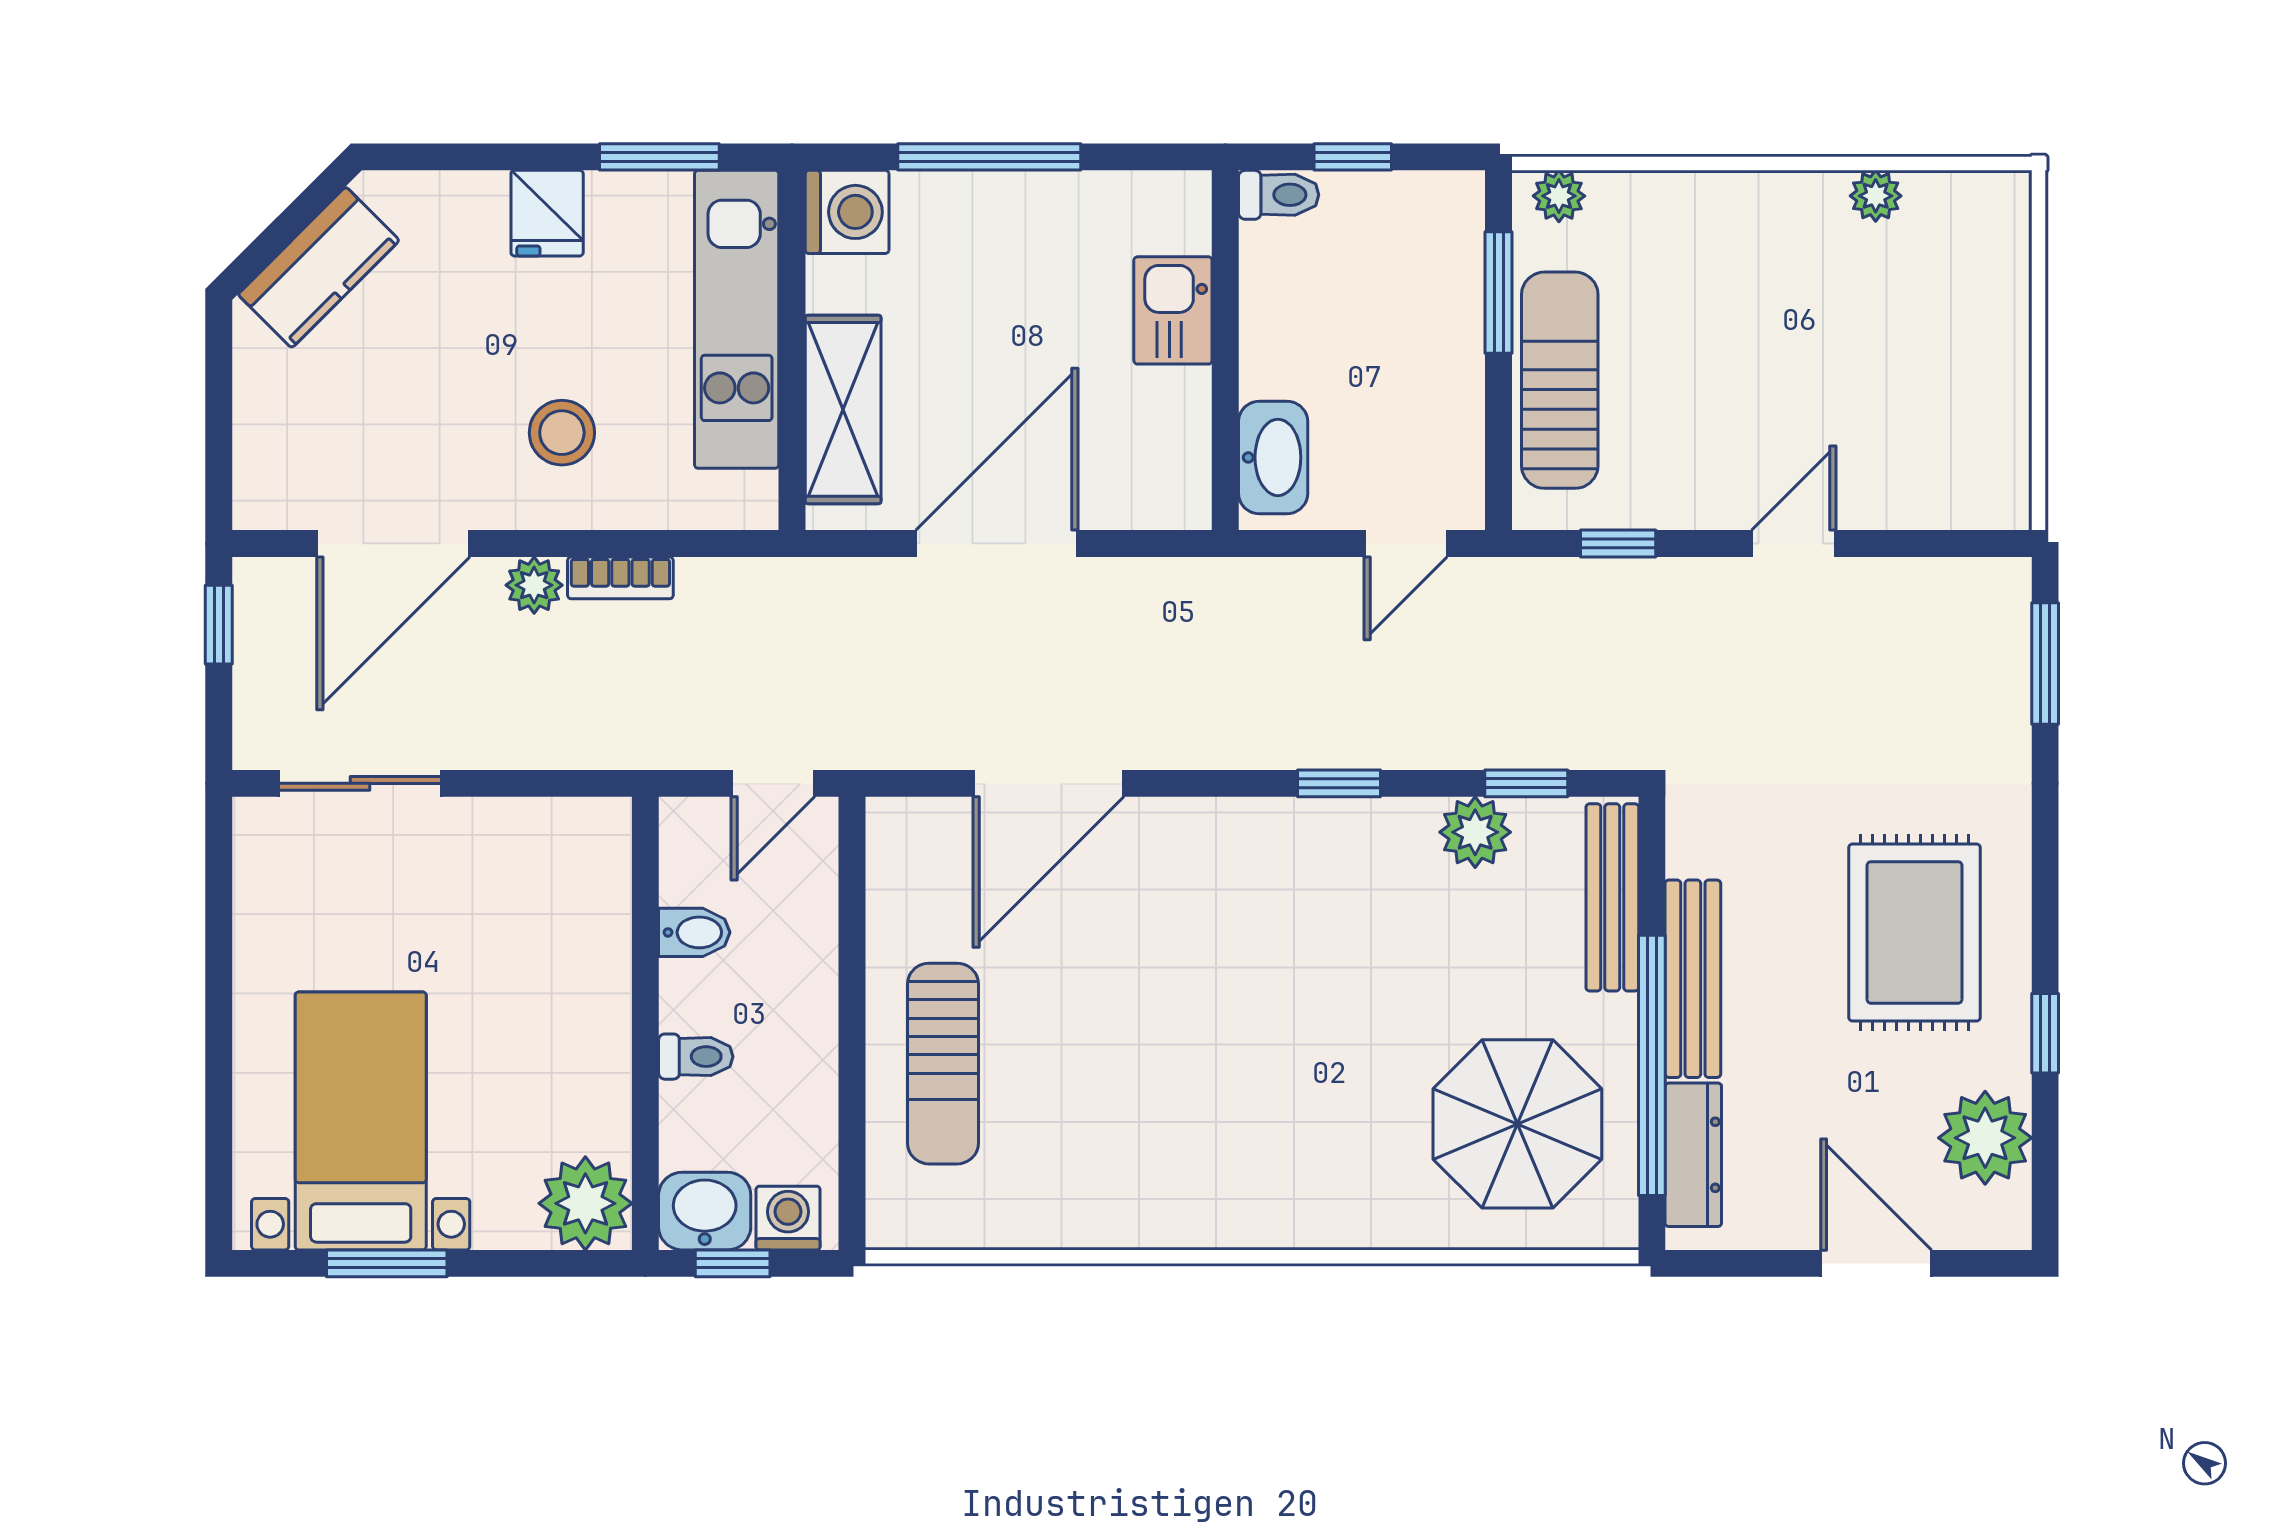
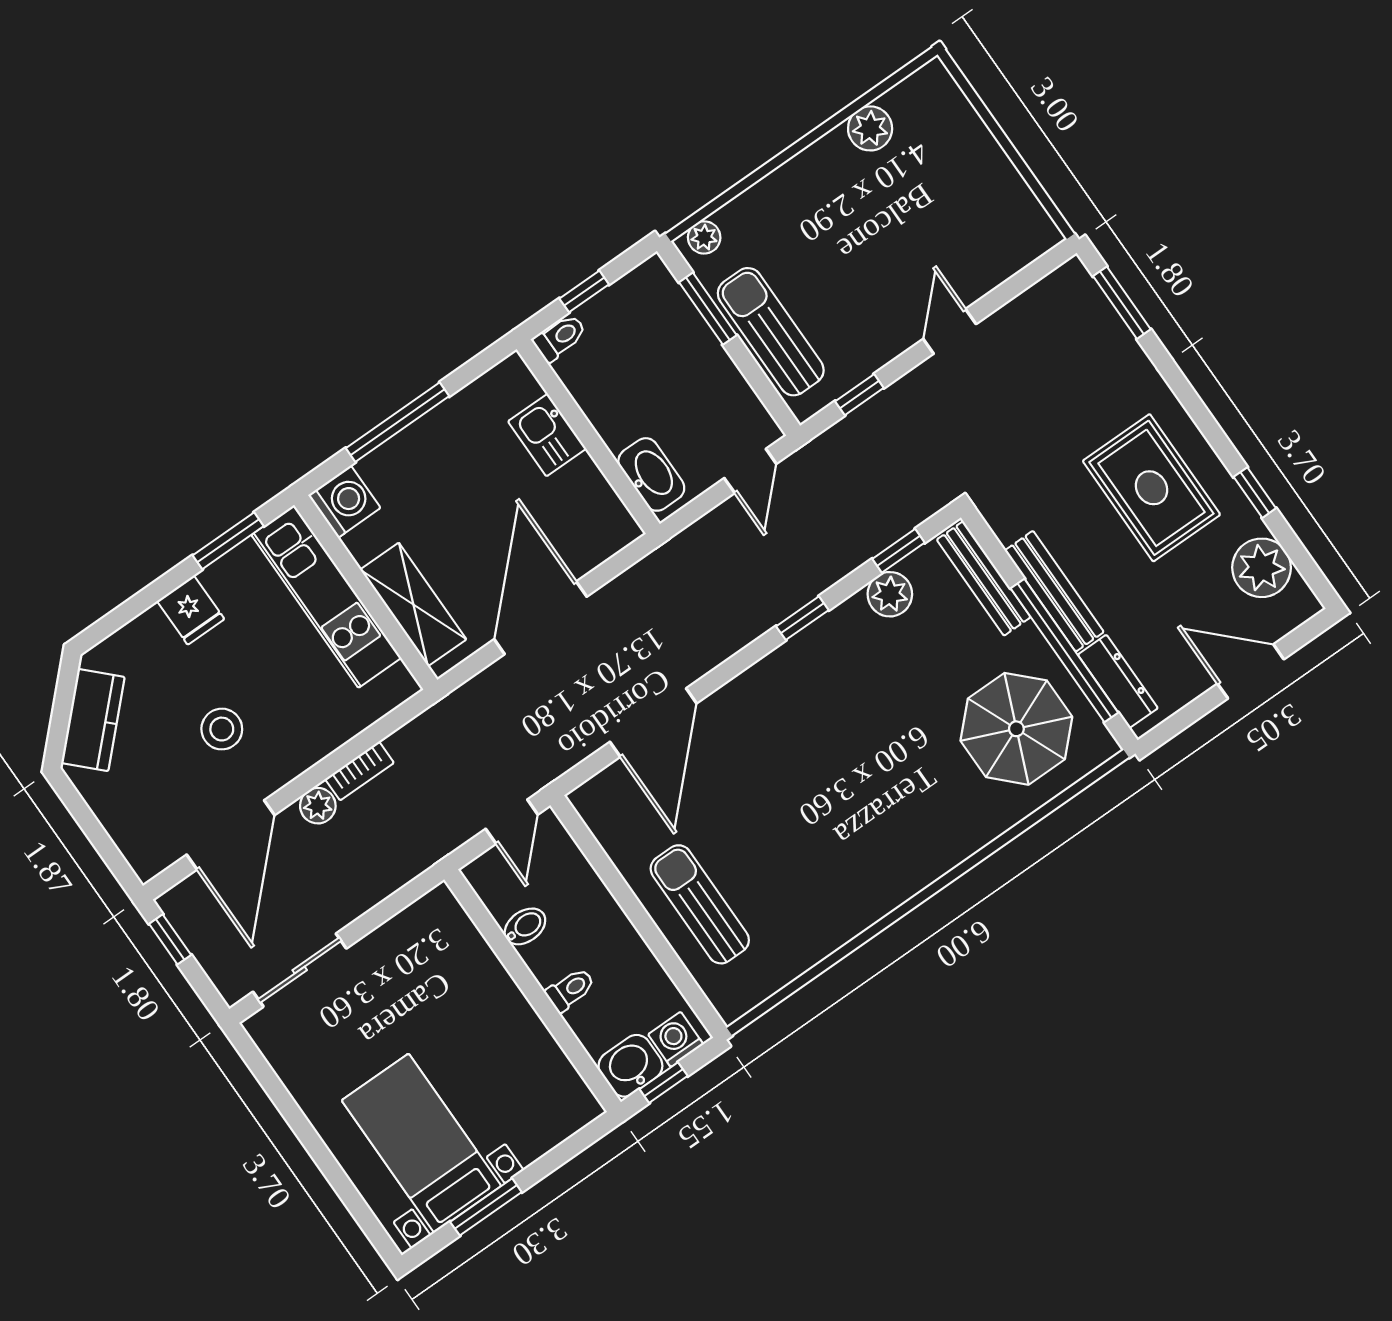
plant: (1876, 196) -> (870, 128), width x1.38, depth x1.38
stool: (562, 433) -> (222, 729), moved
sun lounger: (943, 1064) -> (700, 904), turned 180
plant: (585, 1203) -> (566, 1105), removed

